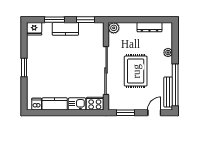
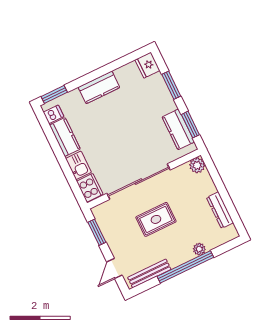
kitchen counter: (65, 29) -> (178, 129), moved
window: (24, 67) -> (54, 94), moved
kitchen counter: (33, 67) -> (99, 87), added
rug: (136, 71) -> (156, 219), width x0.73, depth x0.70
window: (175, 85) -> (185, 267), moved
door: (154, 113) -> (114, 269), swing flipped

